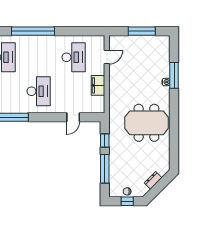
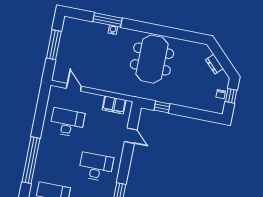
filing cabinet: (98, 85) -> (114, 105), moved
window: (105, 169) -> (192, 113), removed

